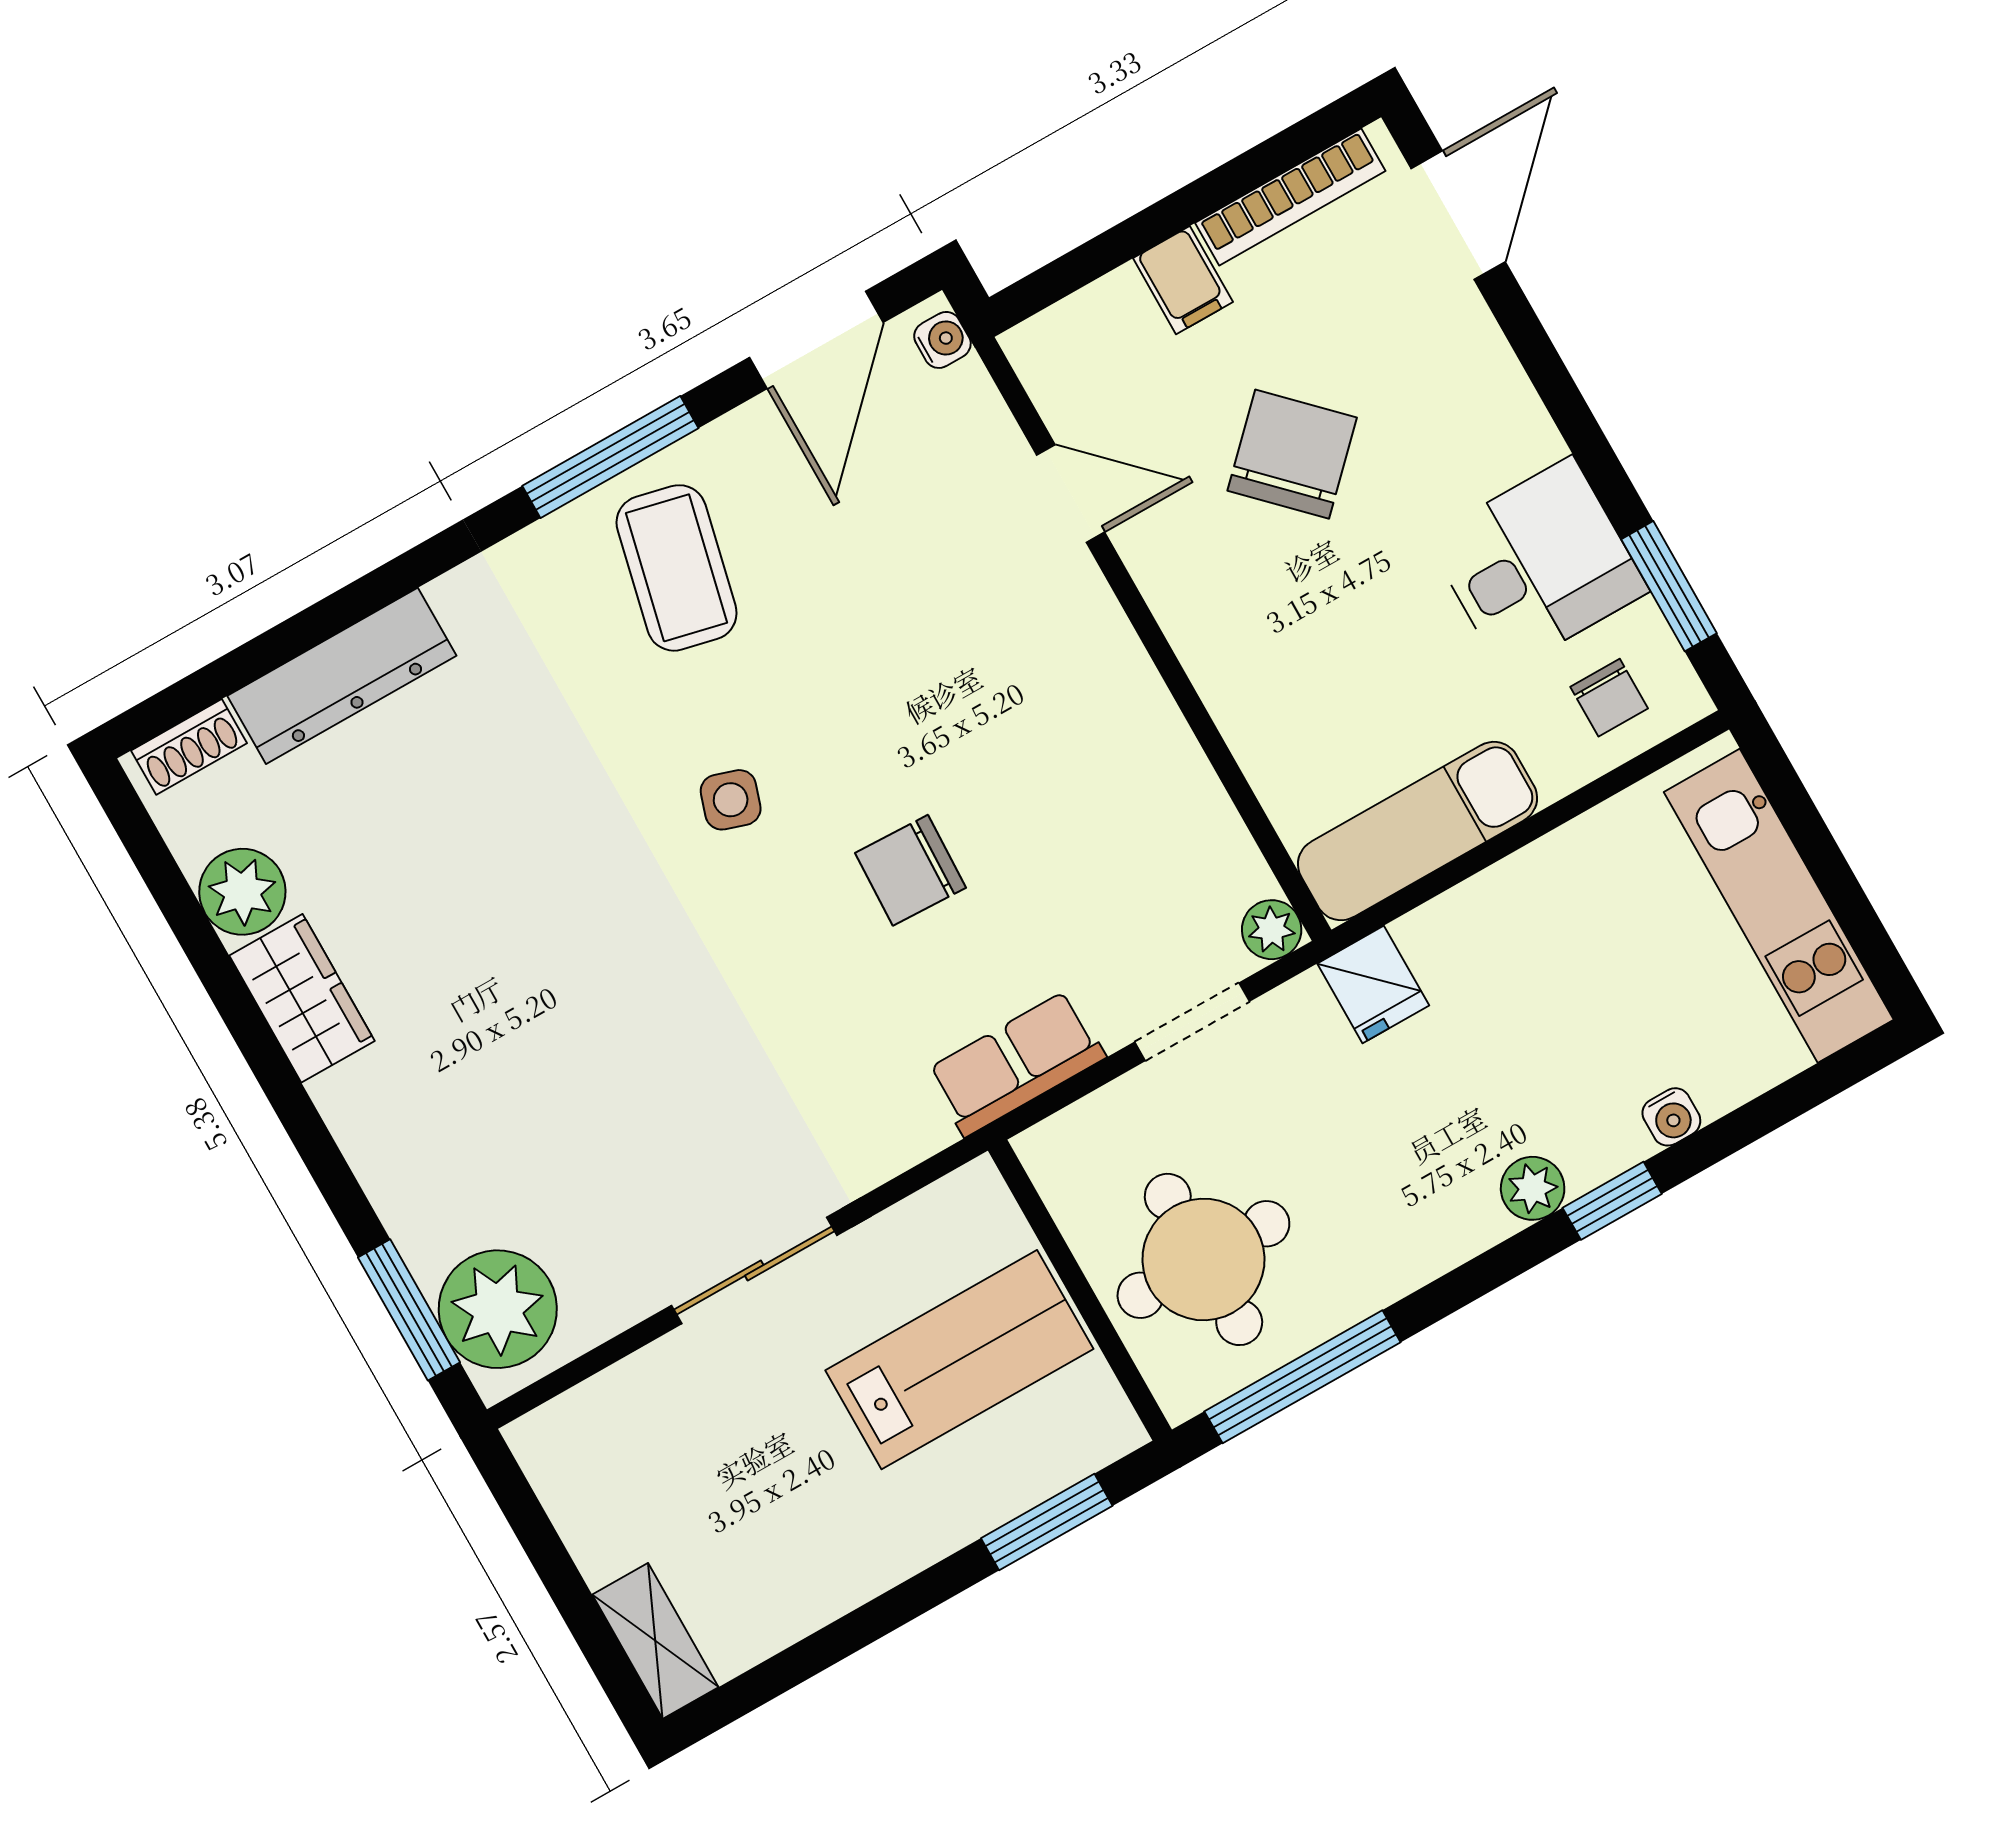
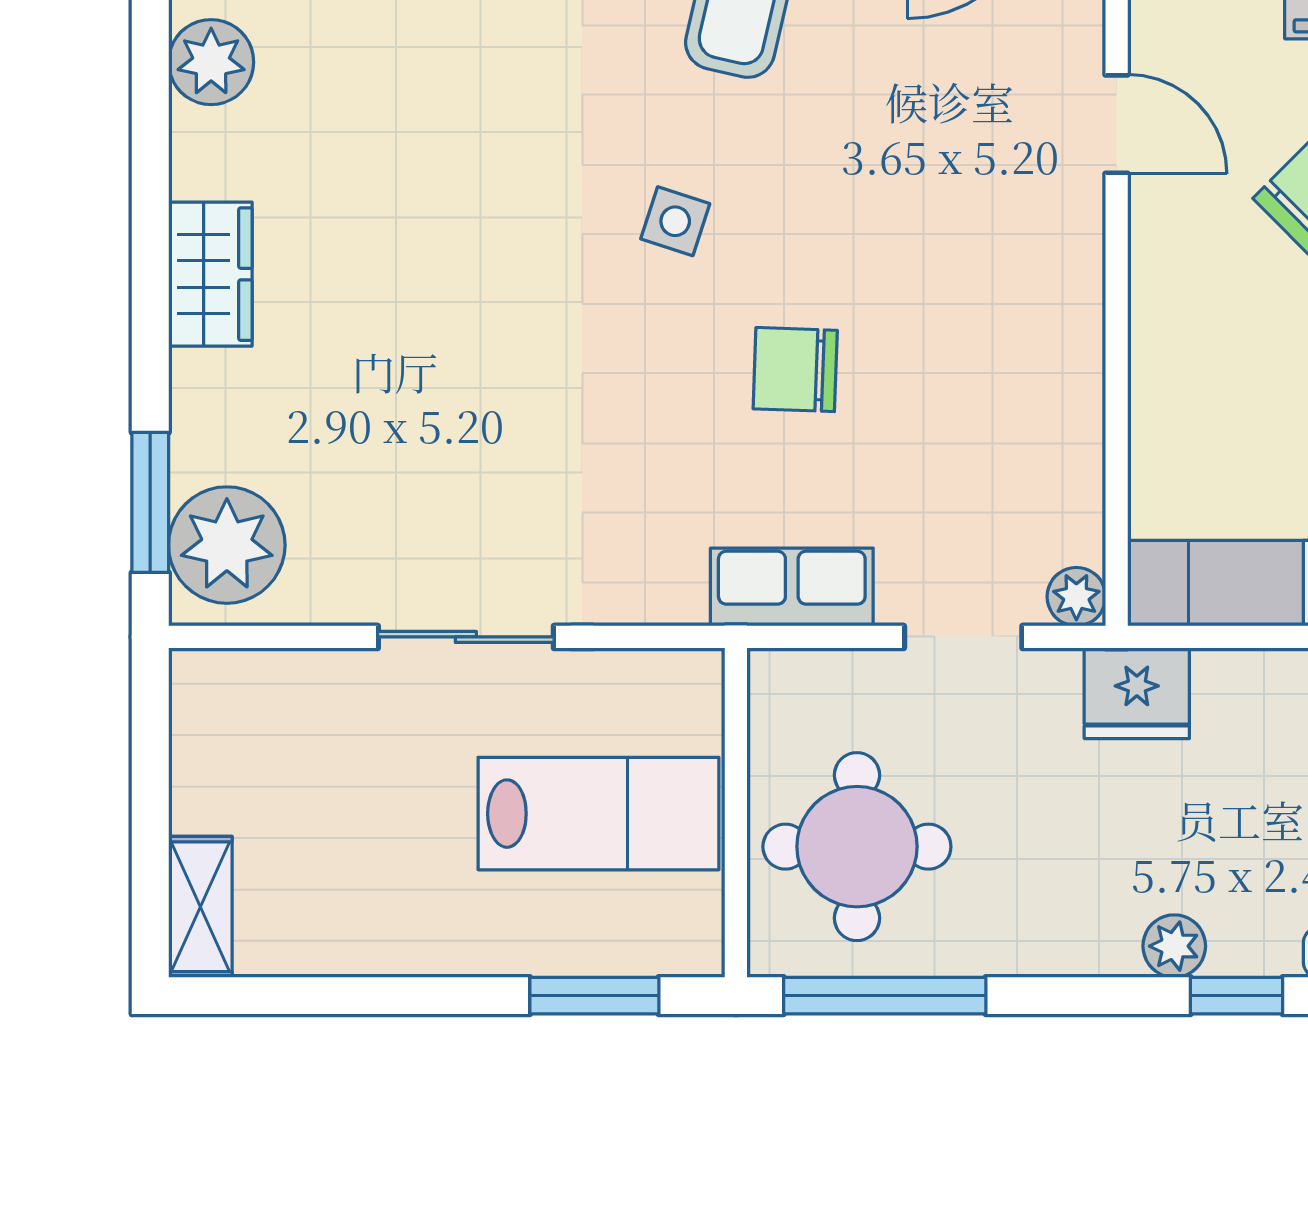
fridge: (1373, 984) -> (1137, 693), width x1.38
wardrobe: (302, 998) -> (210, 274), moved

